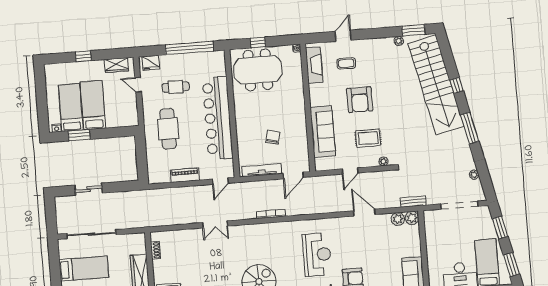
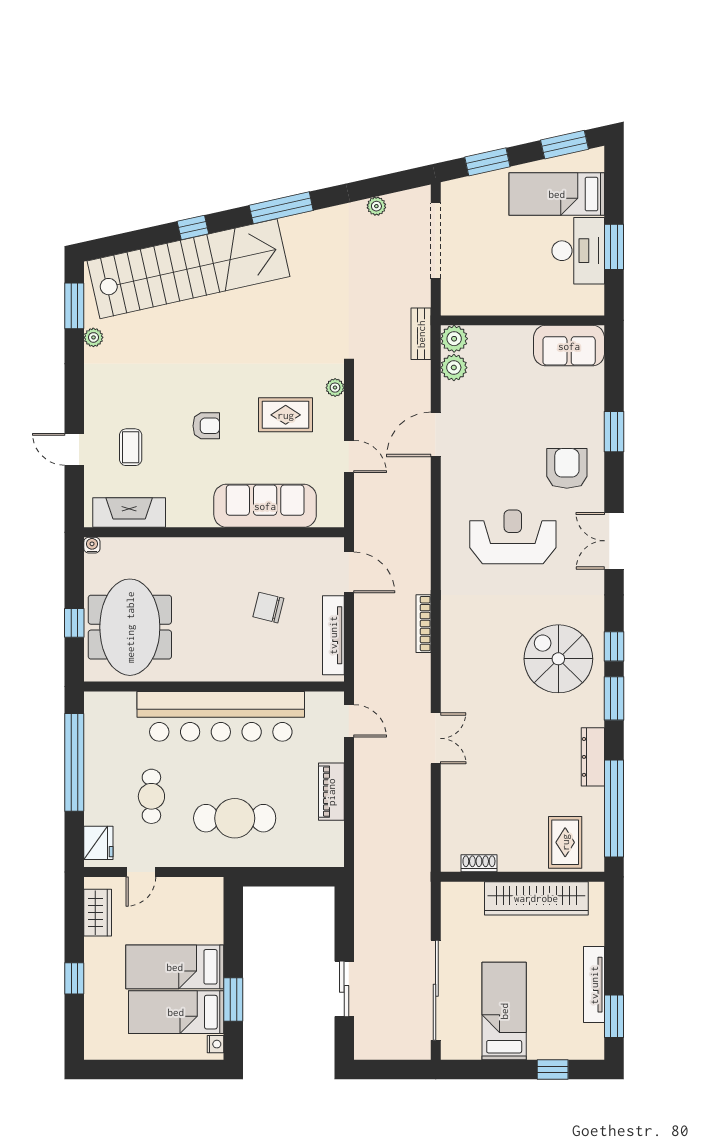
armchair: (360, 100) -> (206, 426), width x0.53, depth x0.53
rug: (368, 138) -> (286, 415), turned 90

